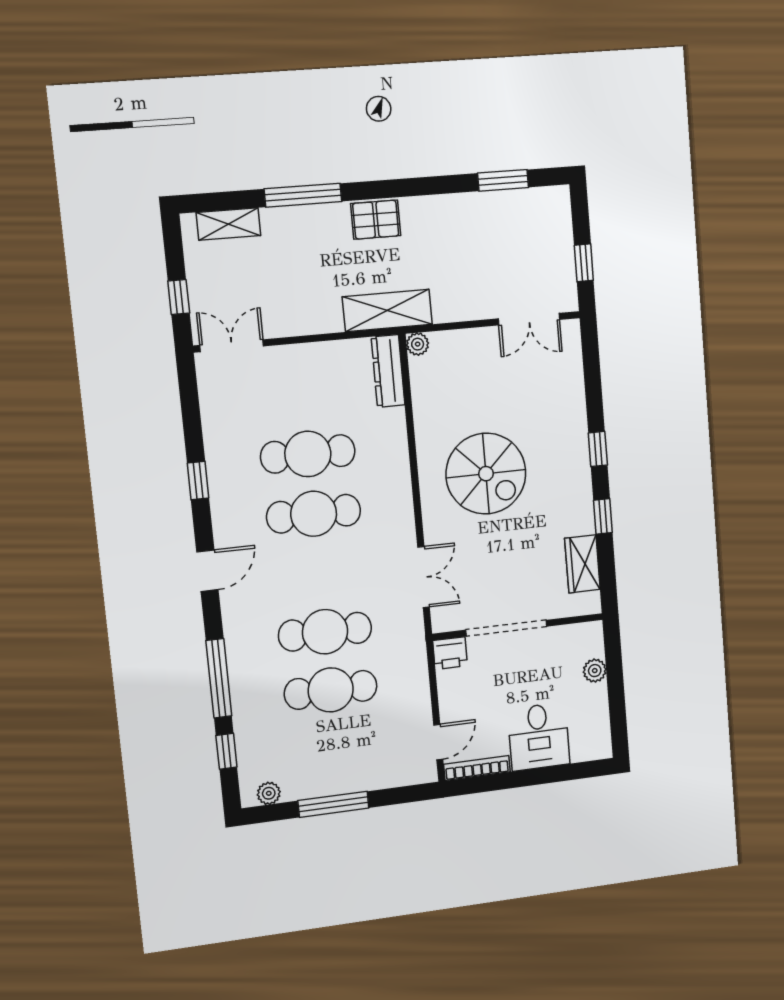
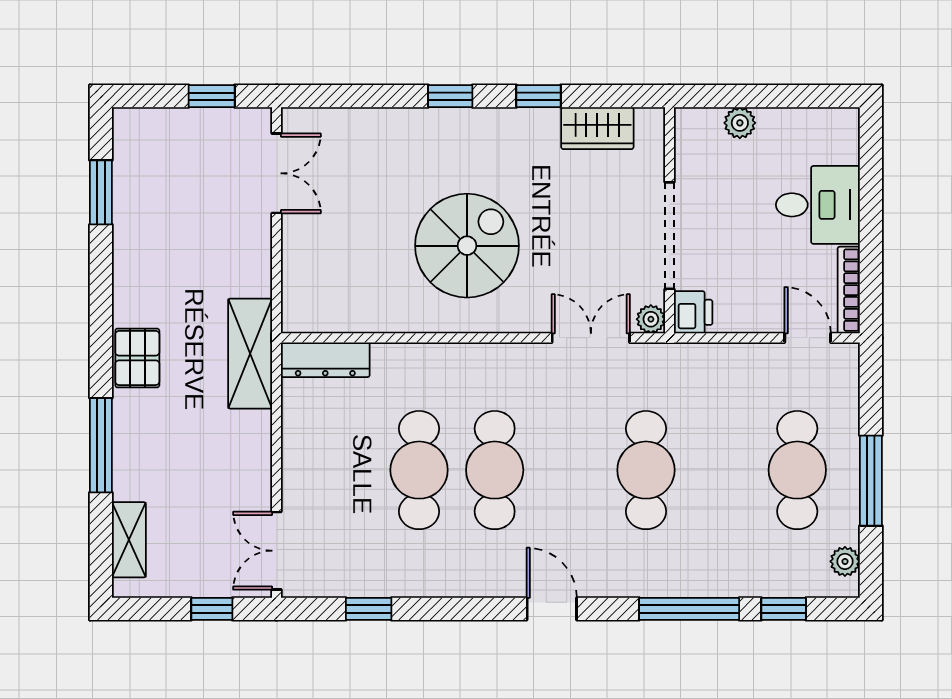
plant: (418, 344) -> (651, 319), moved
window: (198, 481) -> (369, 609), moved
cafe table: (331, 690) -> (797, 470), moved

